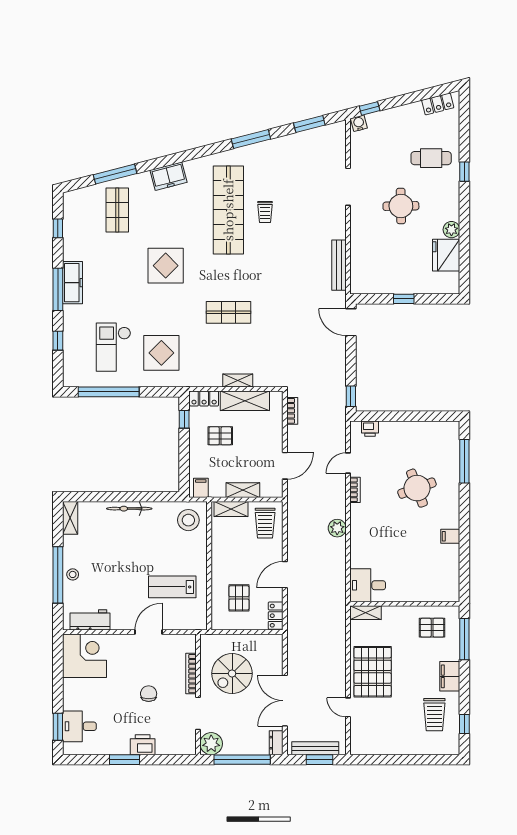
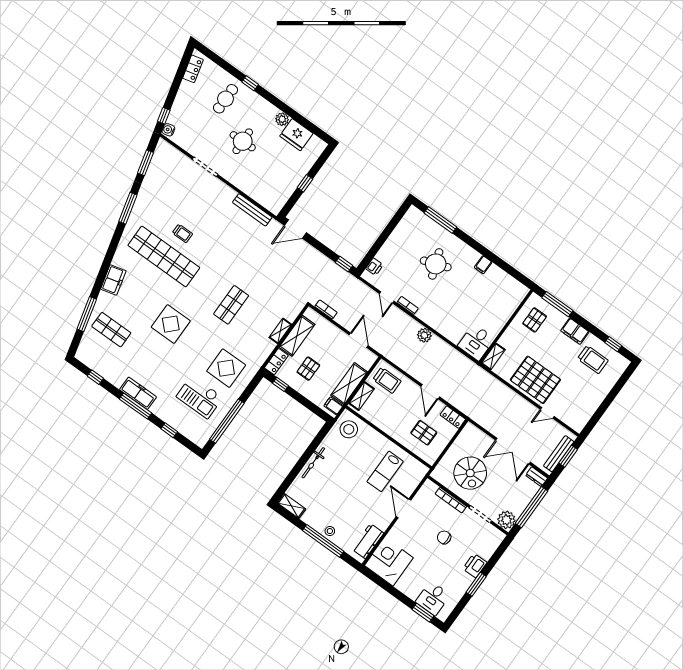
shelving: (243, 490) -> (349, 384), width x1.50, depth x1.33

